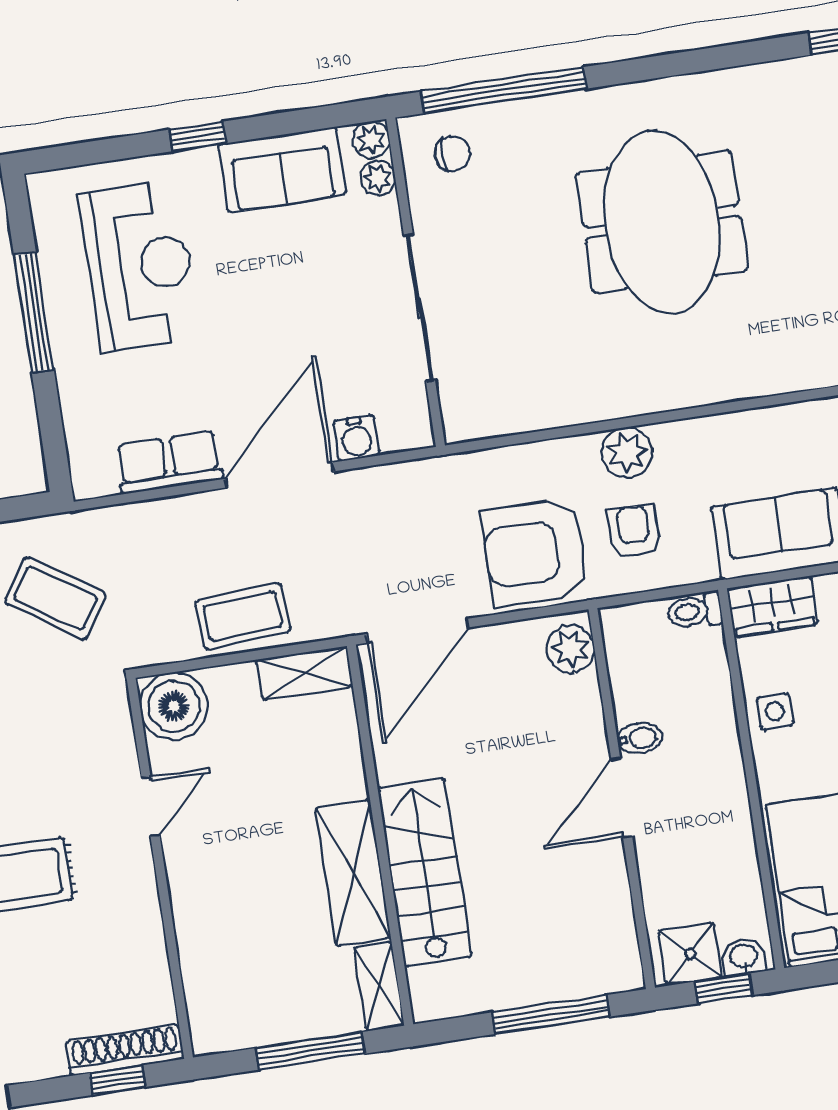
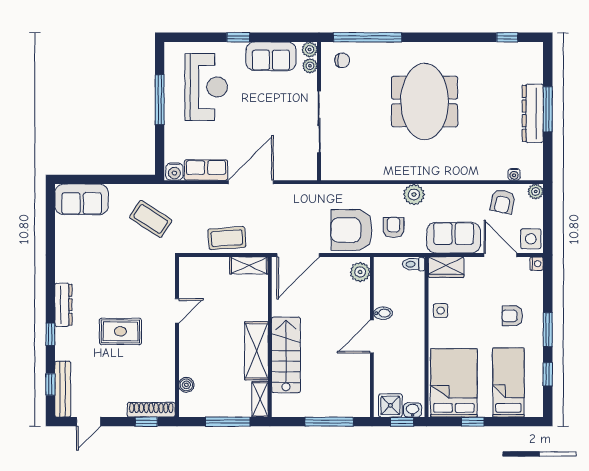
water cooler: (356, 438) -> (174, 172), moved
plant: (627, 452) -> (414, 195), moved
boiler: (174, 706) -> (186, 385), moved, width x0.54, depth x0.54

